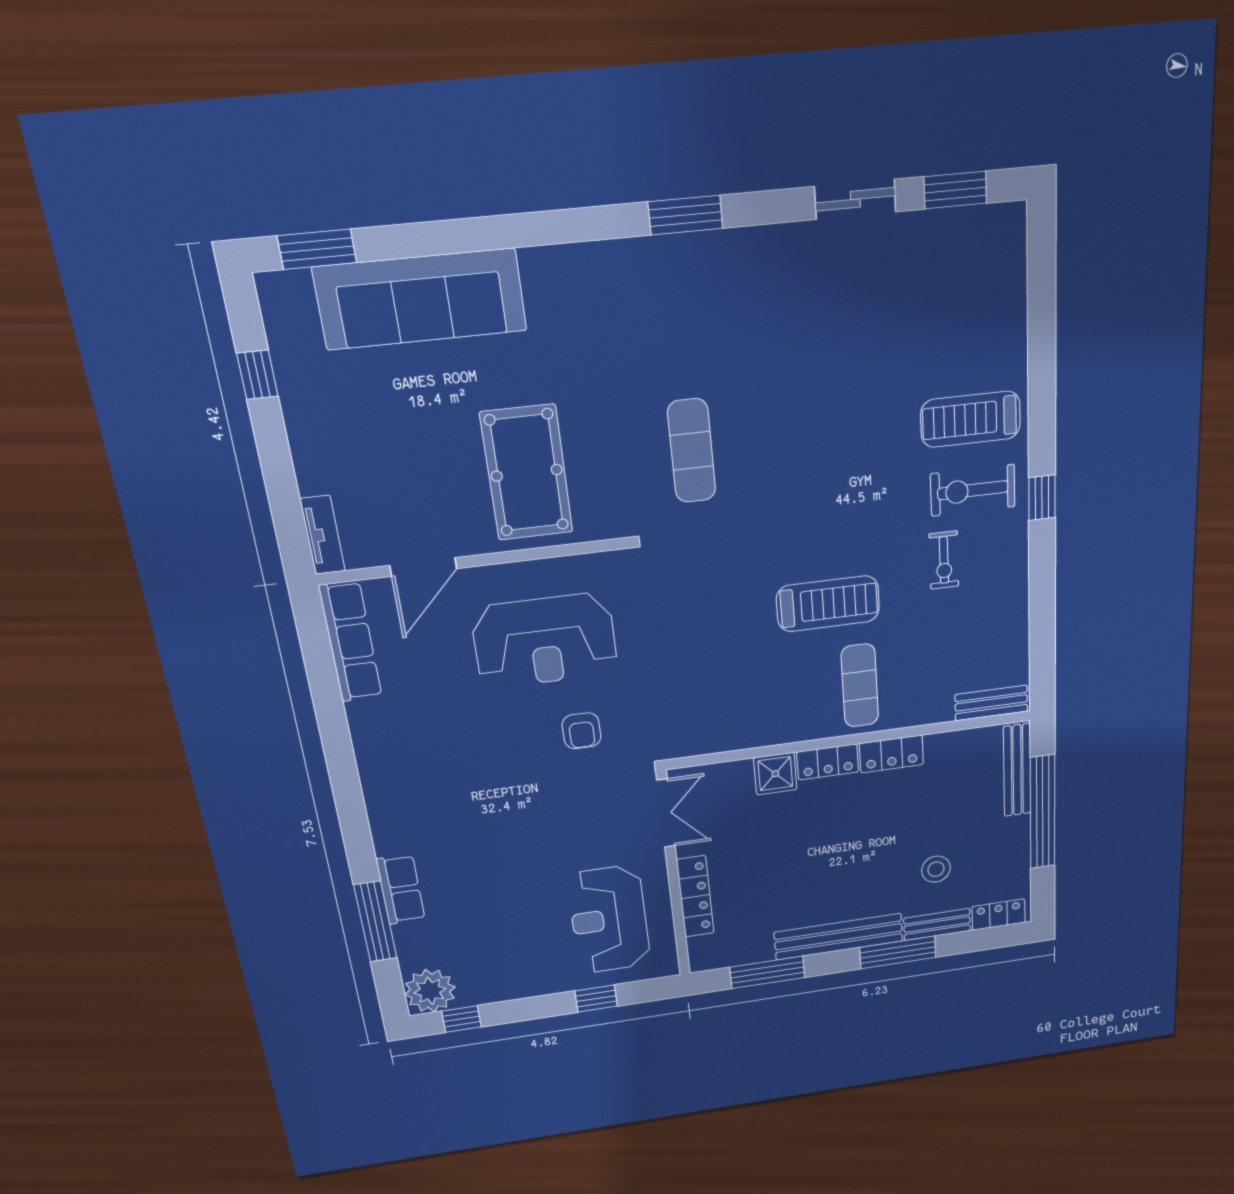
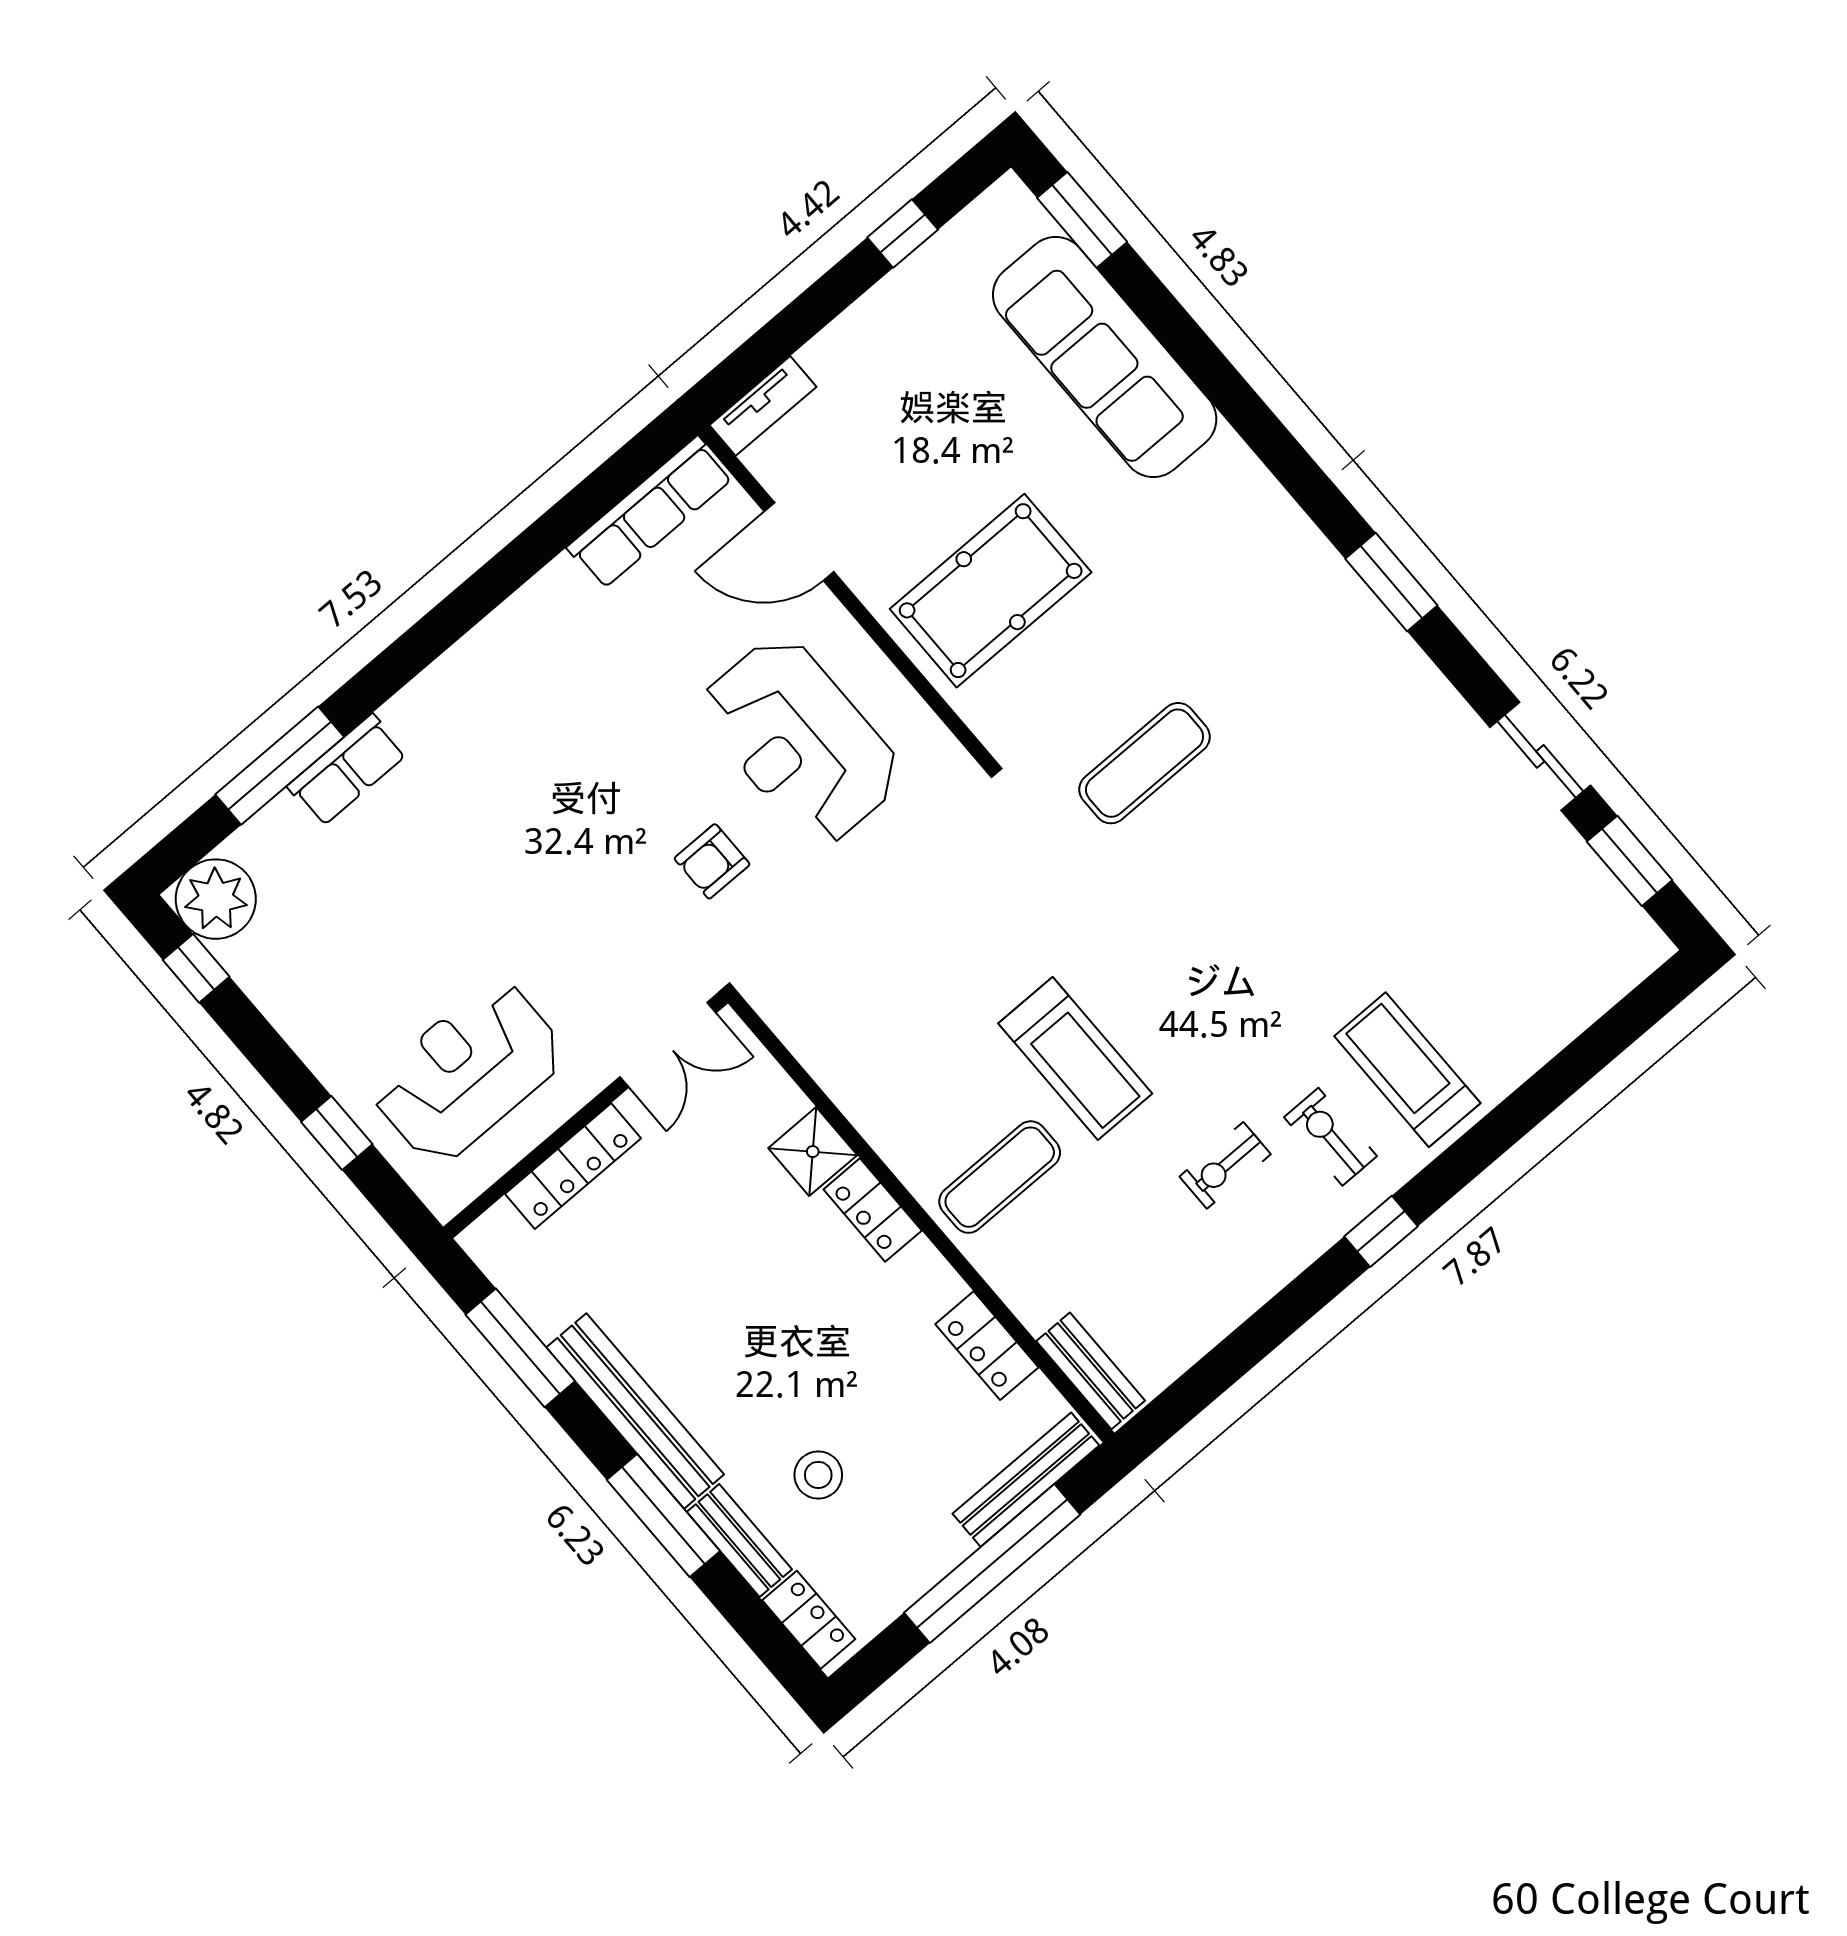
exercise bike: (973, 490) -> (1330, 1137), width x0.73, depth x0.72
locker: (892, 754) -> (987, 1346), moved

